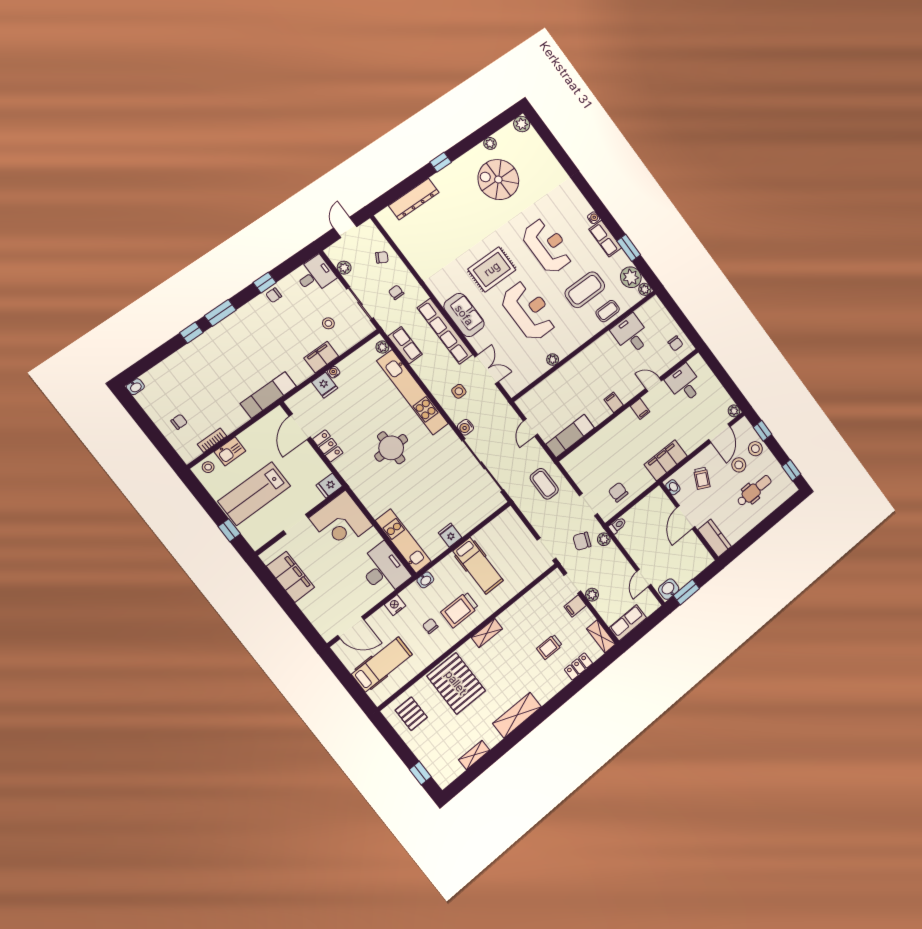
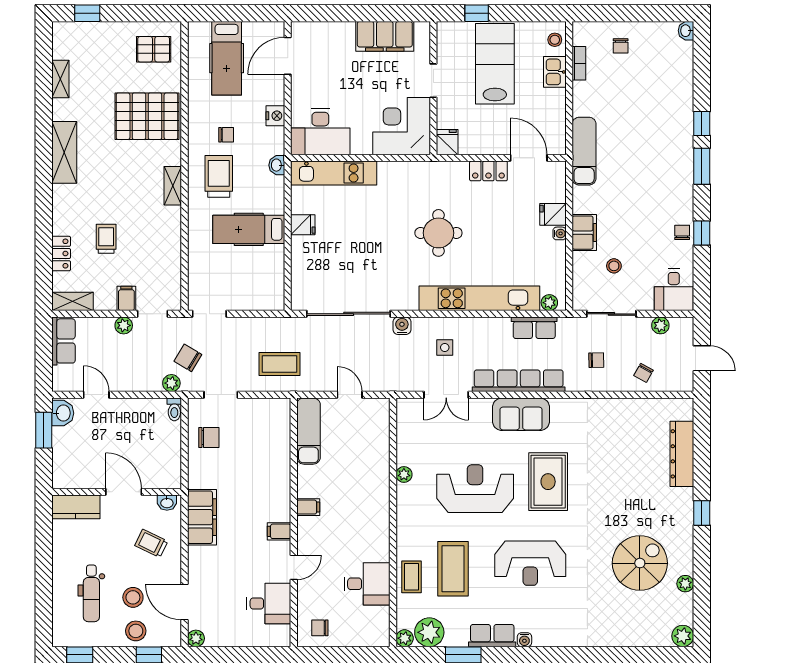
reception desk: (529, 311) -> (475, 489), turned 180
chair: (582, 541) -> (188, 358), turned -81

